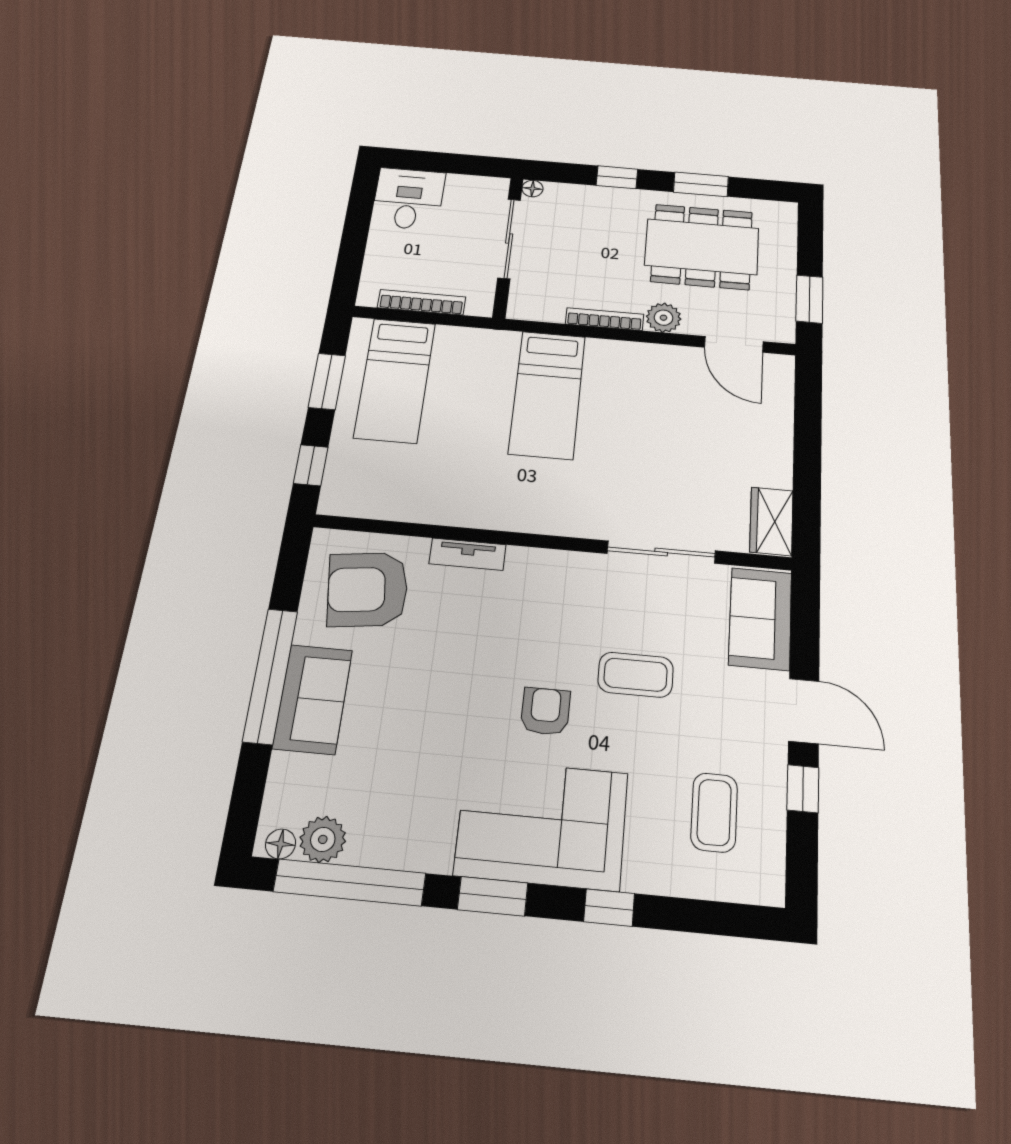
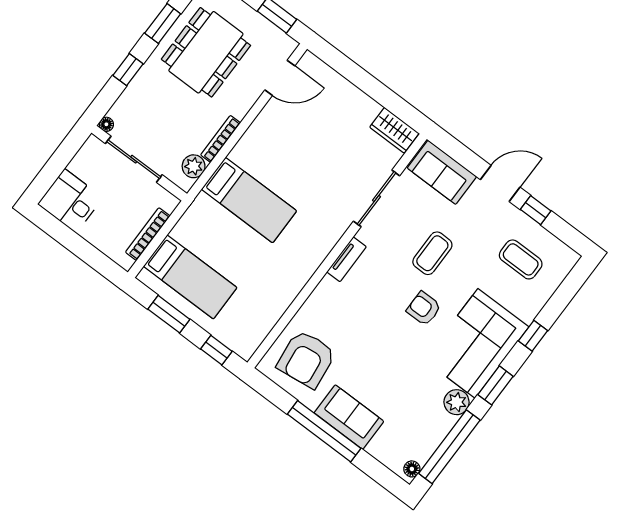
plant: (664, 318) -> (194, 166), moved
tv unit: (468, 554) -> (347, 259), moved
plant: (323, 839) -> (457, 402), moved

